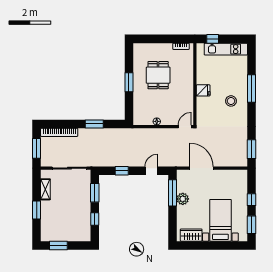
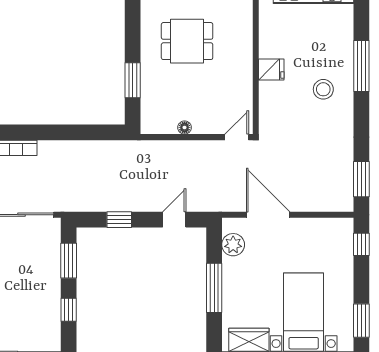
dining table: (158, 75) -> (187, 41), turned 90
window: (129, 82) -> (133, 80), moved
window: (94, 124) -> (68, 132), removed
window: (173, 193) -> (214, 288), moved
plant: (183, 199) -> (233, 245), moved
window: (251, 200) -> (361, 244), moved

